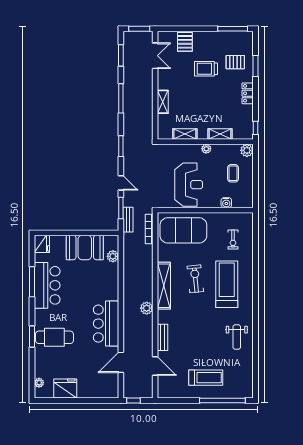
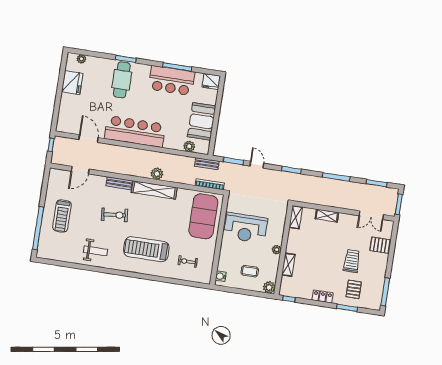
shelving: (185, 134) -> (296, 217), moved
door: (121, 183) -> (257, 165), swing flipped
water cooler: (226, 203) -> (221, 276), moved
bench: (128, 220) -> (207, 164), moved
exercise bike: (195, 279) -> (115, 215), moved
treadmill: (227, 284) -> (146, 249), turned 180
plant: (147, 308) -> (157, 174), moved
bar counter: (106, 324) -> (135, 131), width x1.36
bench: (163, 337) -> (119, 183), moved
weight bench: (237, 337) -> (96, 251), turned 180

